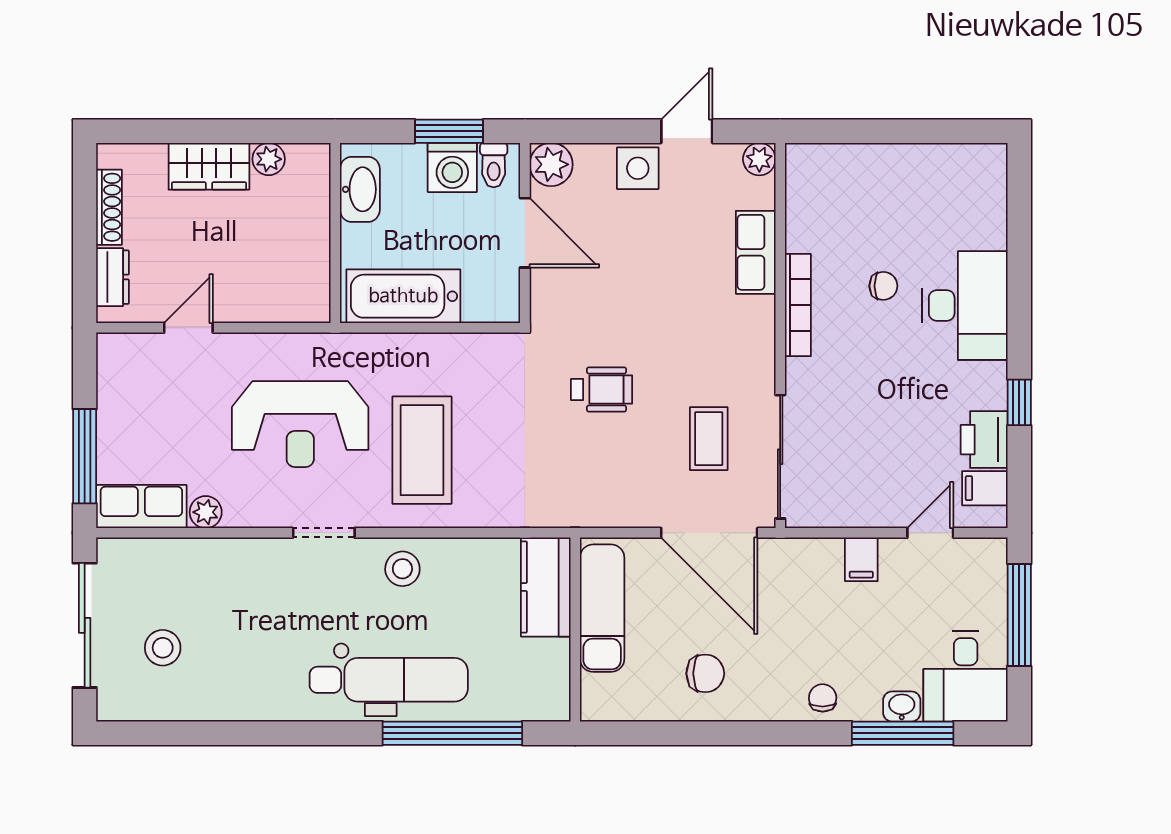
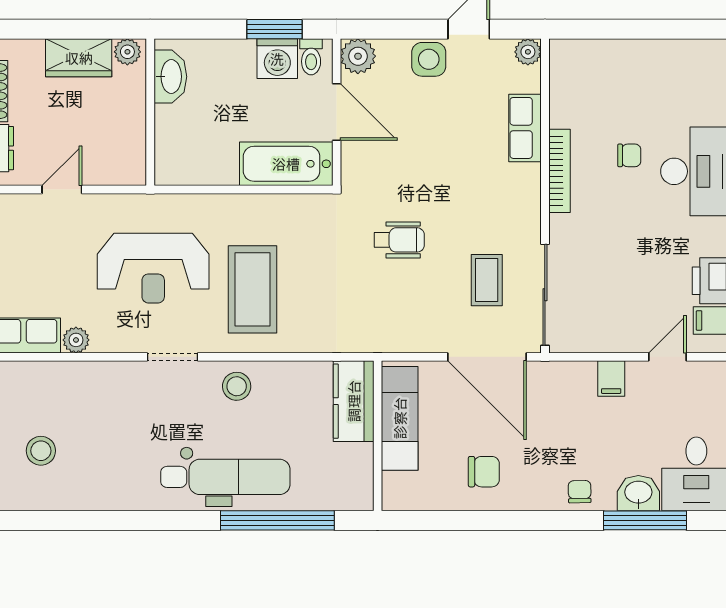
washbasin: (360, 189) -> (170, 77), moved
wall: (335, 233) -> (150, 112), moved
bathtub: (403, 296) -> (286, 164), moved
washbasin: (902, 706) -> (638, 493), width x1.38, depth x1.45

